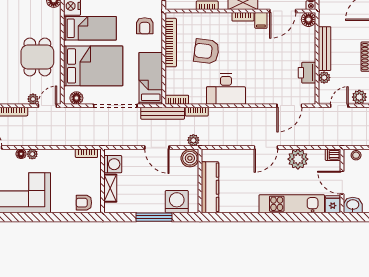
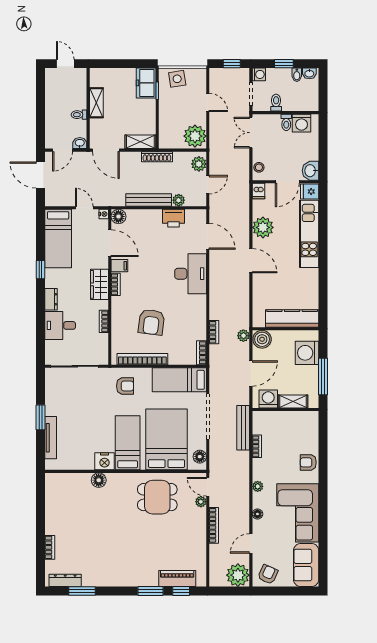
desk: (226, 89) -> (191, 274), moved
door: (339, 106) -> (208, 185), swing flipped
bench: (163, 113) -> (243, 428), moved
plant: (32, 154) -> (258, 486), moved
washing machine: (113, 164) -> (268, 399), moved
wall: (103, 181) -> (286, 409), moved
shelving: (110, 188) -> (293, 401), moved
armchair: (84, 203) -> (308, 462), moved, turned 90

